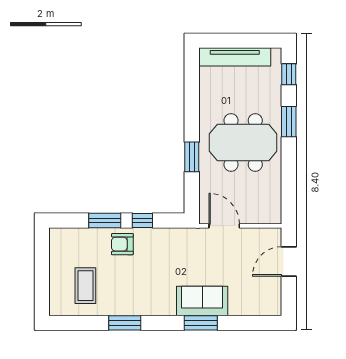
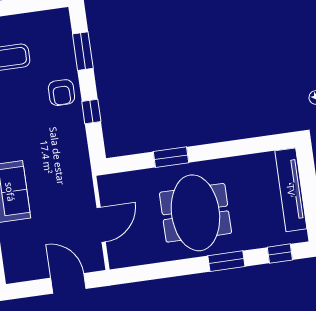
window: (105, 221) -> (83, 51), moved
door: (224, 226) -> (101, 225), moved
armchair: (122, 244) -> (61, 93), turned 180

